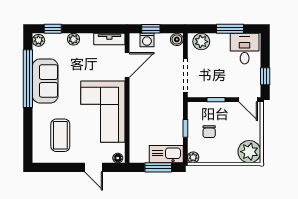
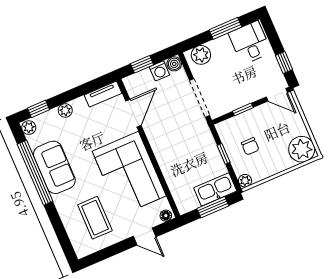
washing machine: (147, 40) -> (159, 71), moved

